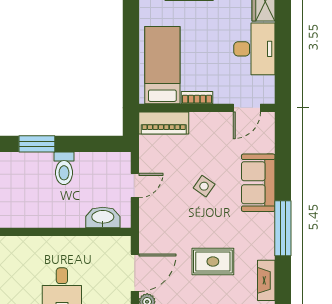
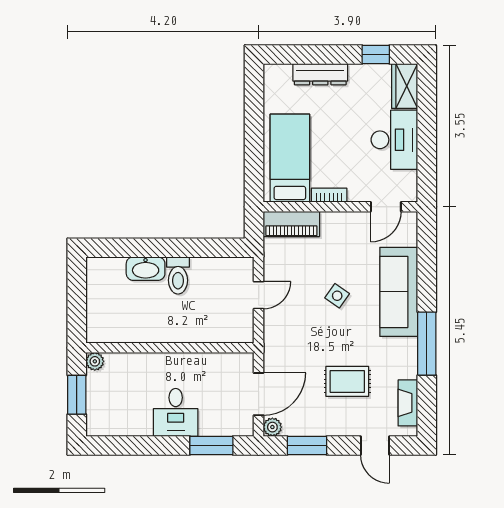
window: (37, 144) -> (147, 248), removed
sofa: (258, 183) -> (399, 292), width x1.36
washbasin: (103, 217) -> (146, 269), moved, turned 180

